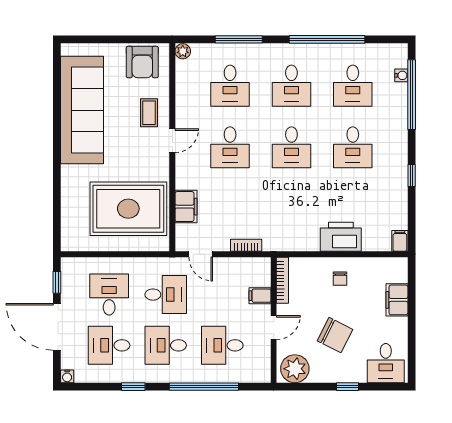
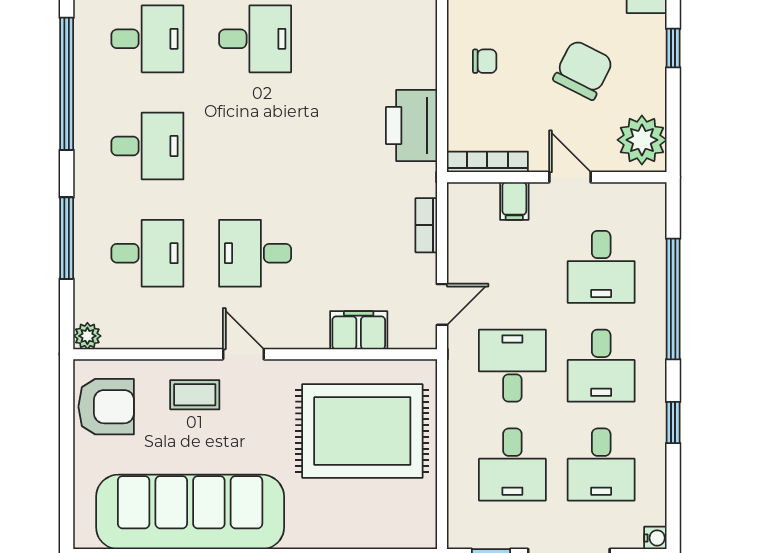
desk: (230, 147) -> (255, 253), turned 180
desk: (291, 147) -> (255, 146), removed
rug: (128, 209) -> (362, 431), turned 90
printer: (341, 237) -> (411, 126), moved
desk: (109, 295) -> (512, 465), turned -90

